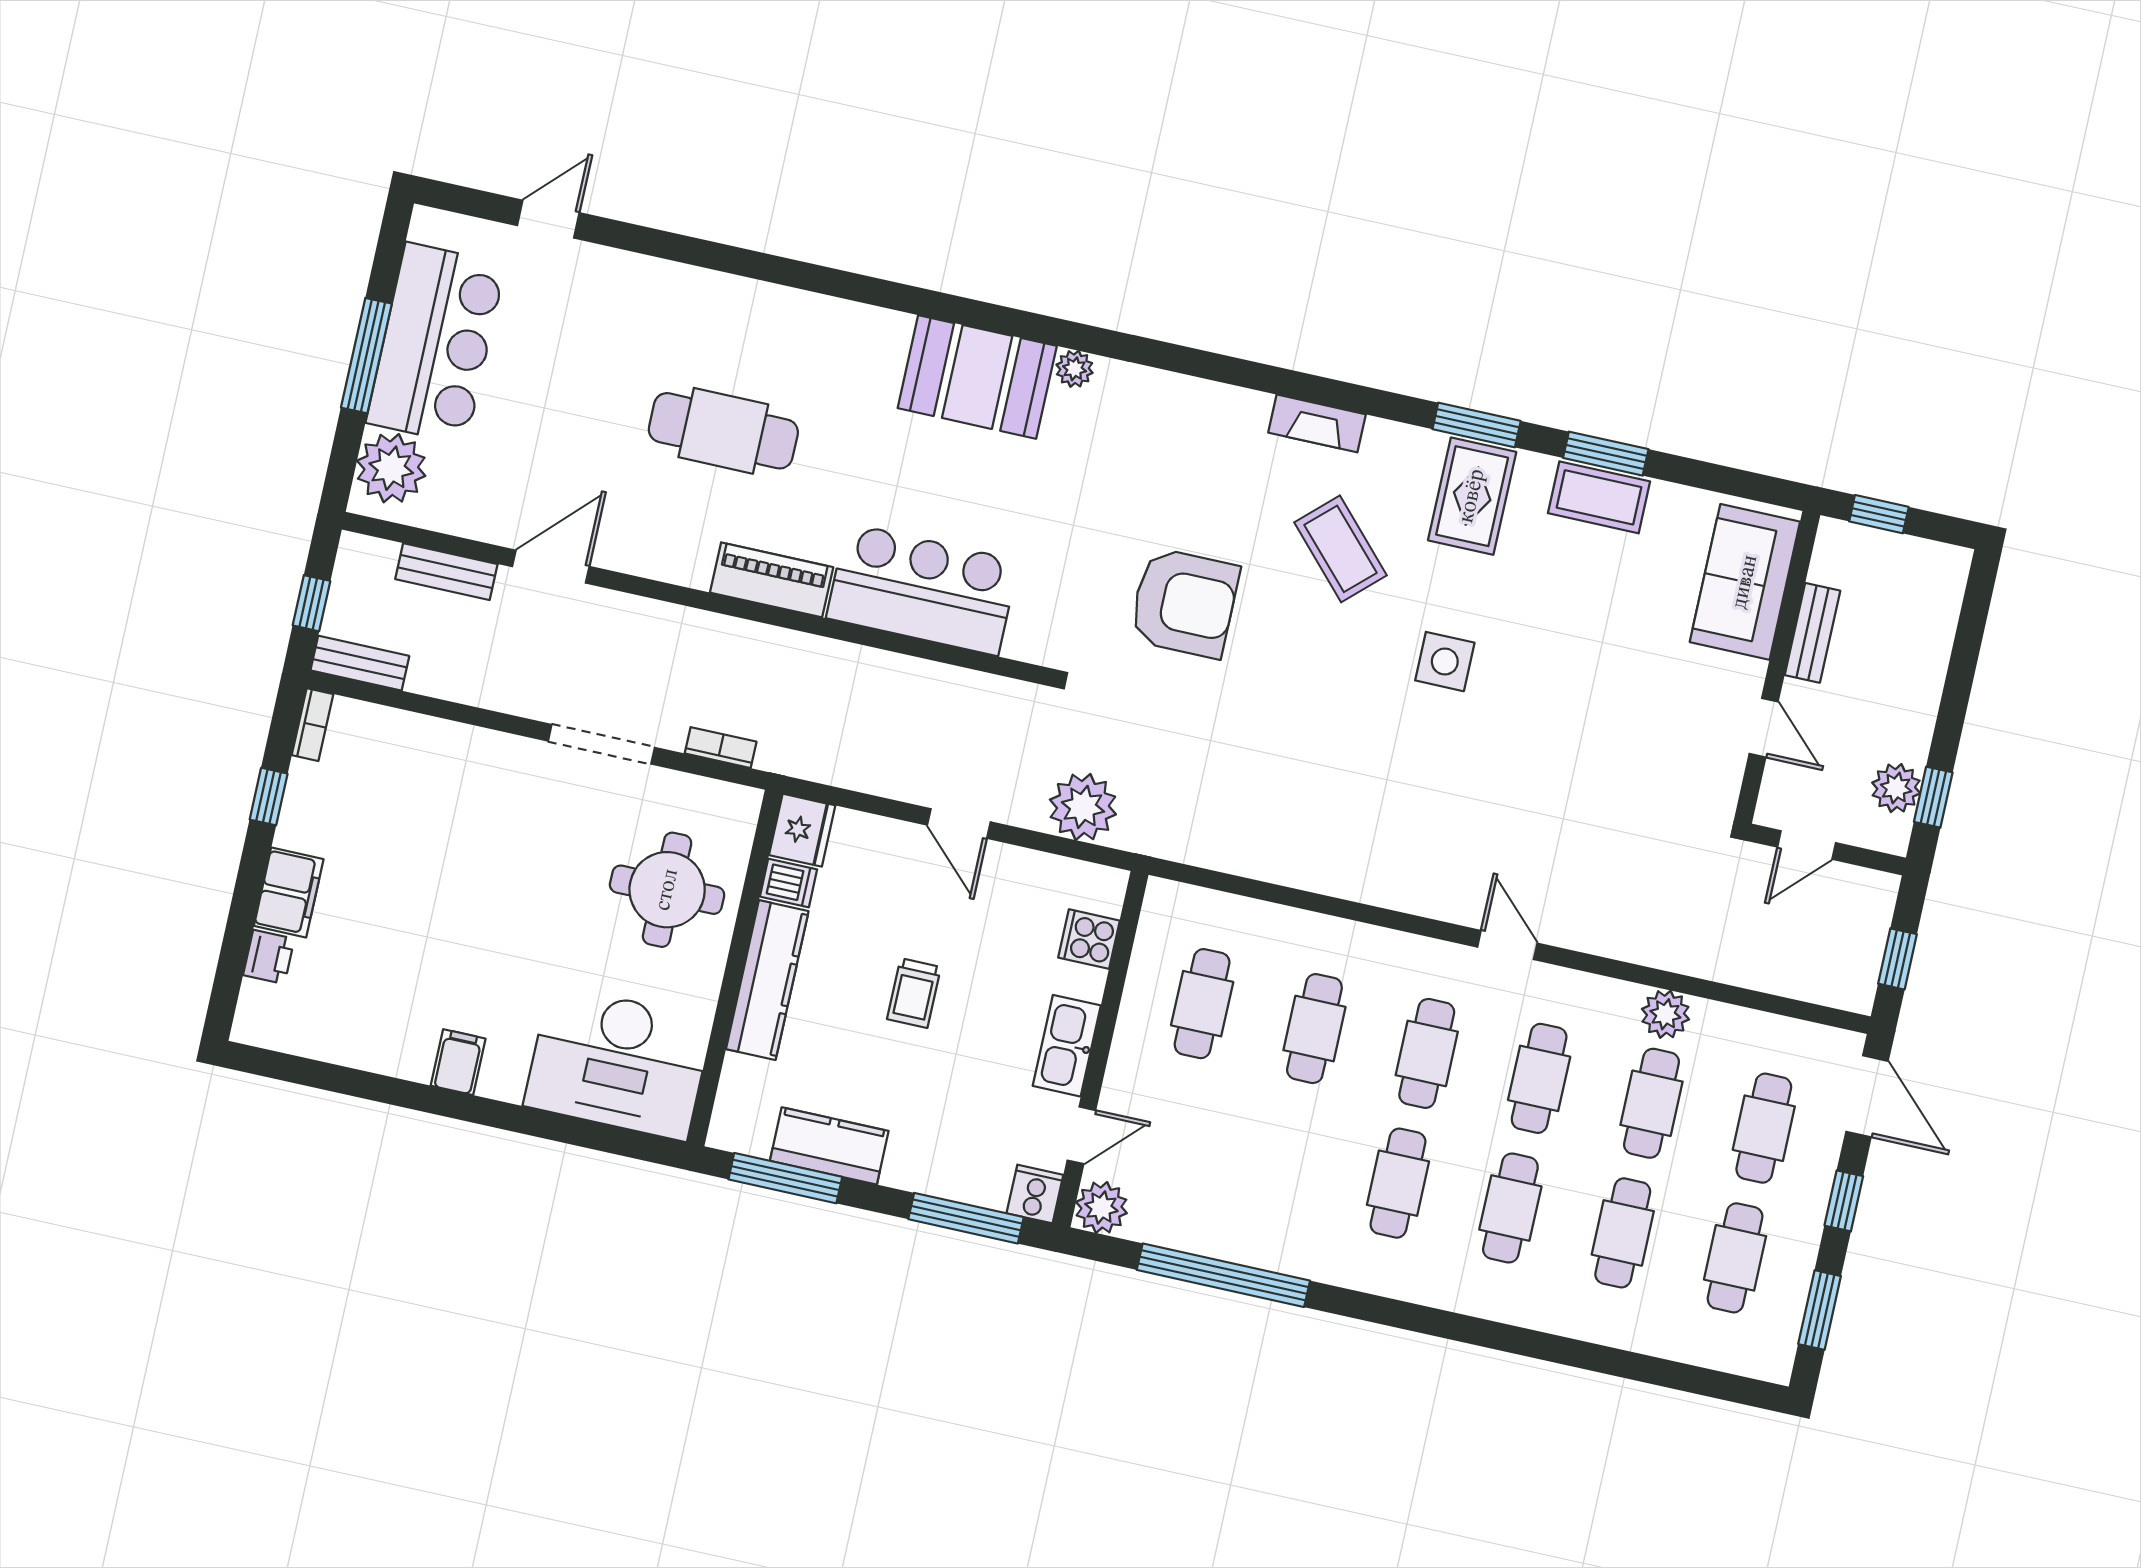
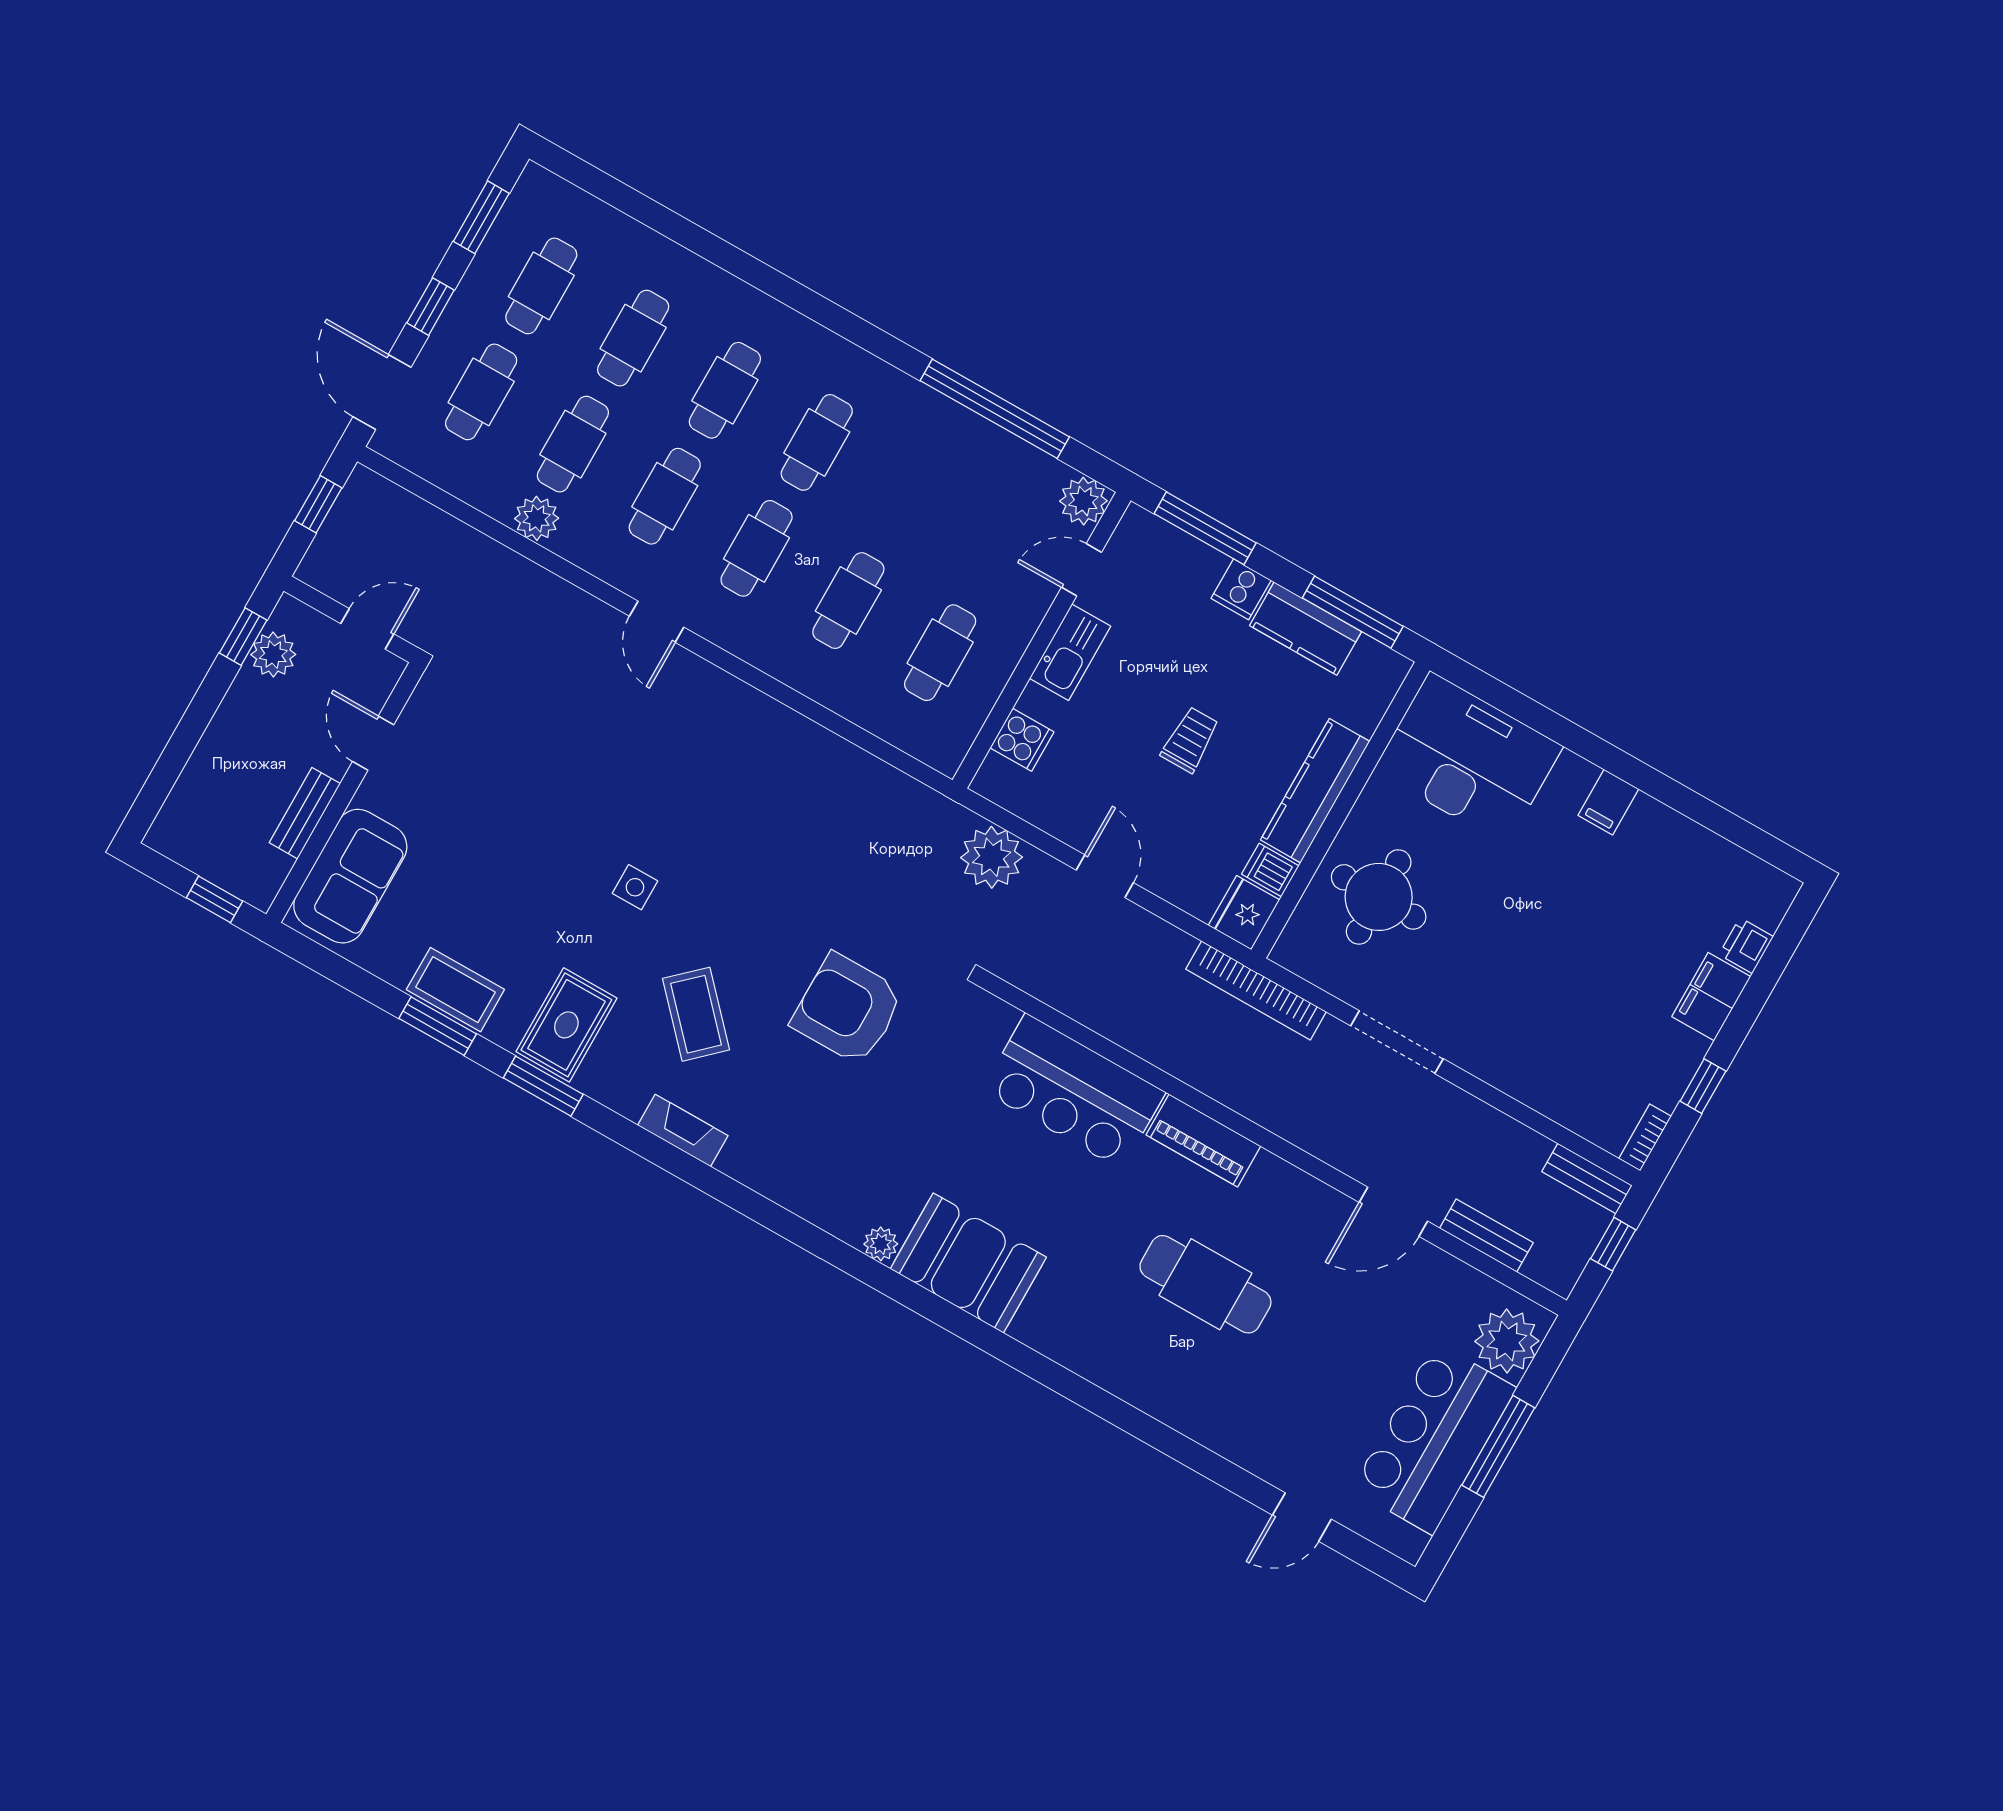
side table: (1445, 662) -> (635, 887), width x0.73, depth x0.73
bookcase: (721, 748) -> (1256, 990), width x2.31, depth x1.31
cooker: (1035, 1194) -> (1241, 589), moved

